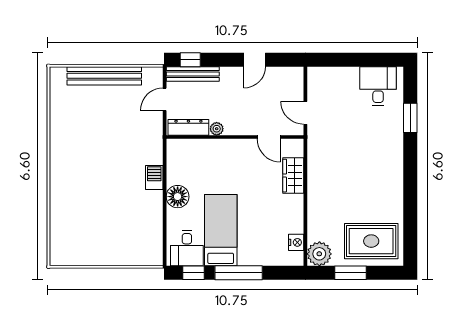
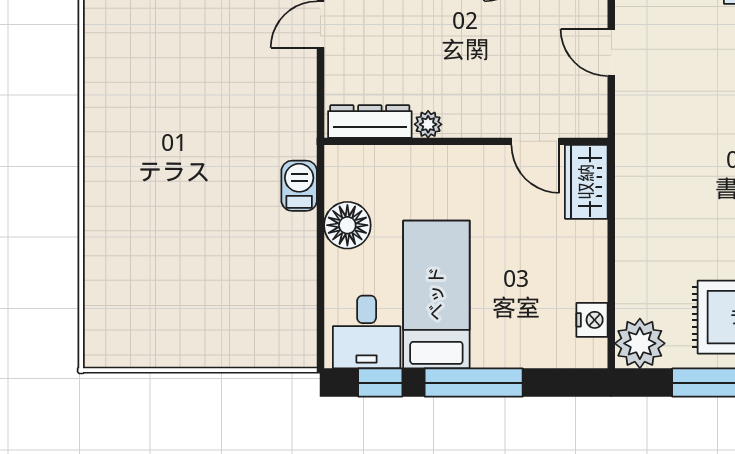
dresser: (188, 127) -> (370, 121), moved
plant: (217, 129) -> (428, 124), moved
wall: (235, 137) -> (466, 141), moved
door: (269, 137) -> (535, 141), moved

